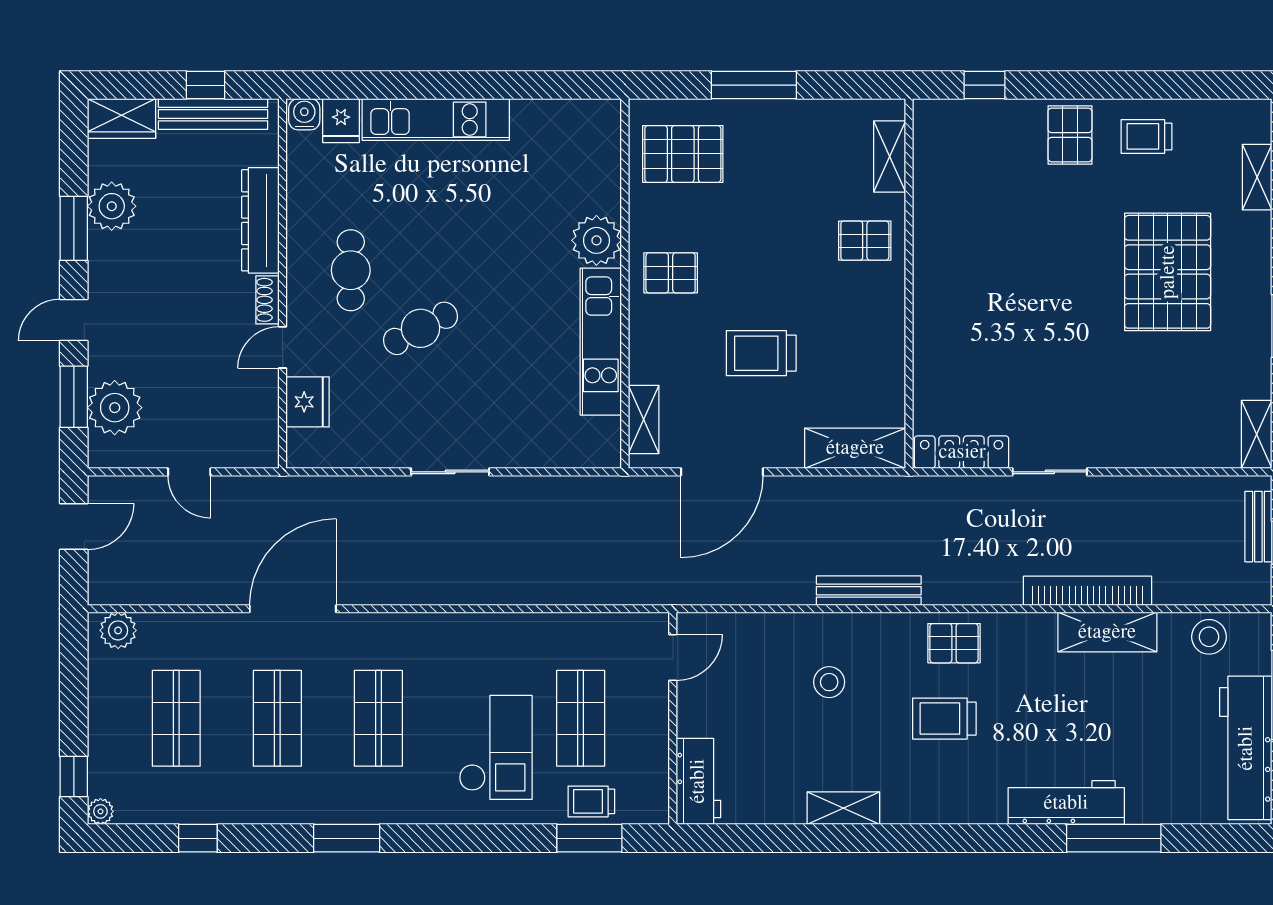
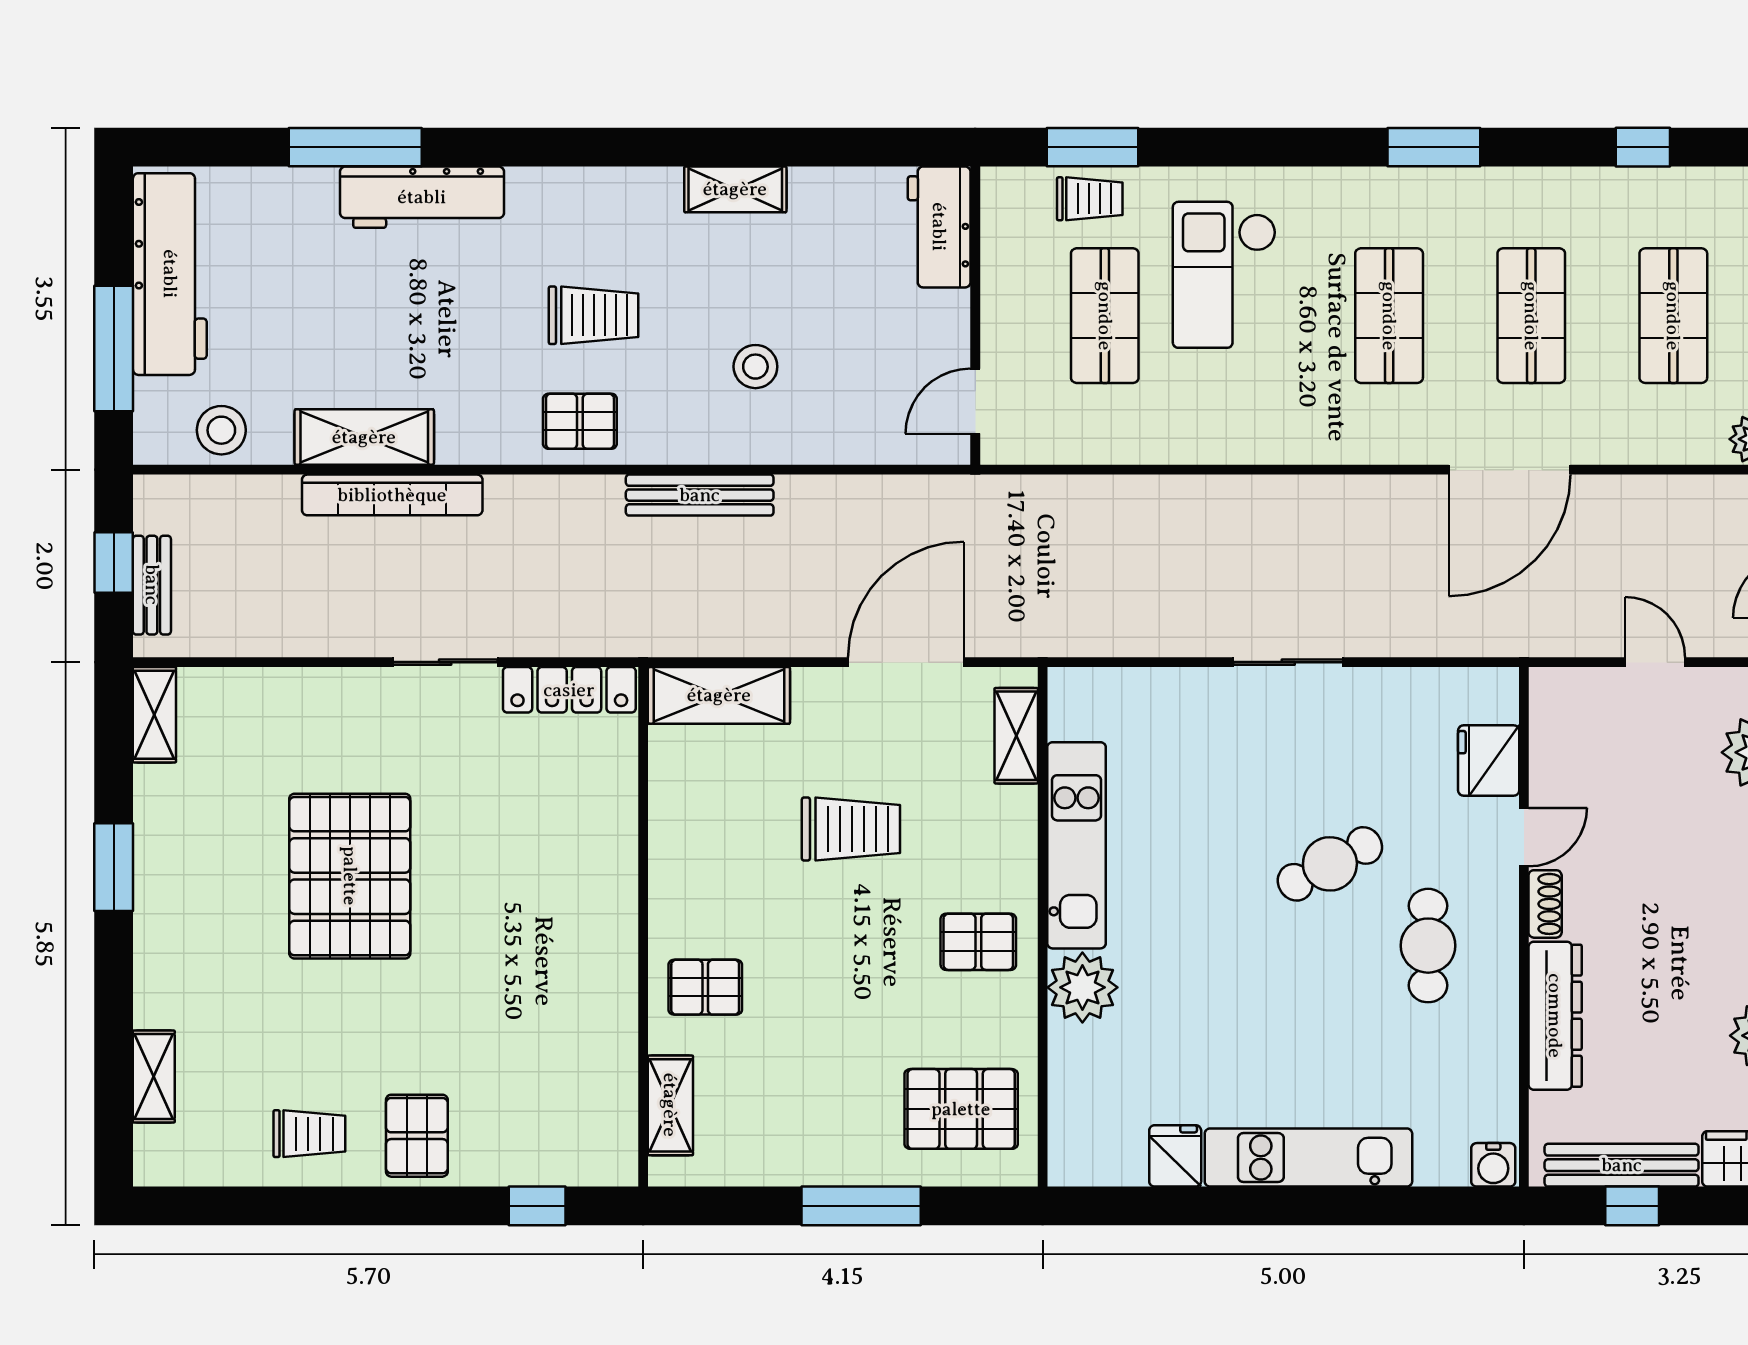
fridge: (341, 121) -> (1175, 1156), moved
pallet: (1168, 272) -> (350, 876), moved

